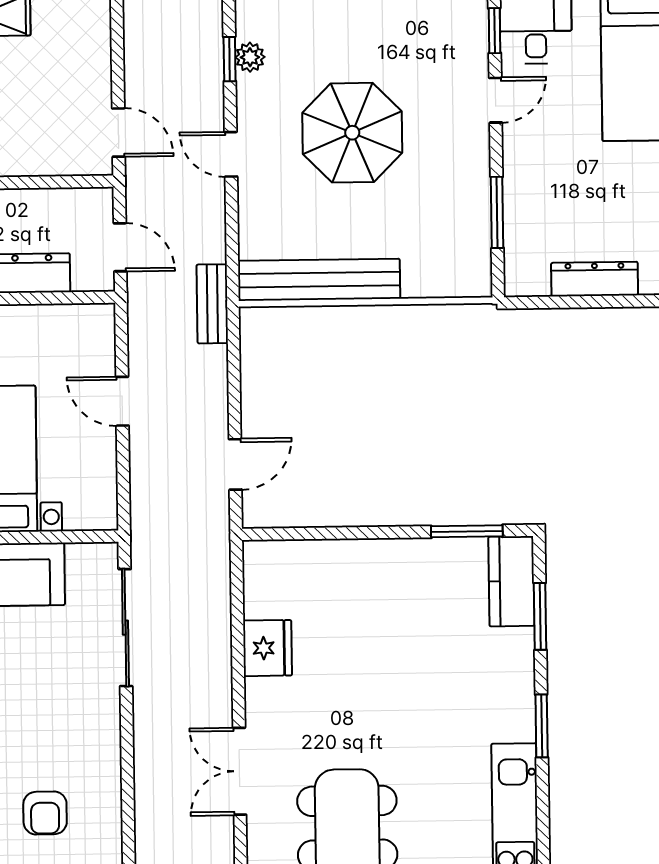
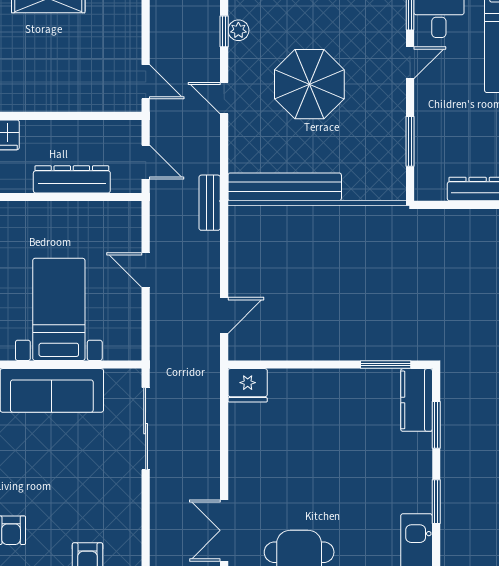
fridge: (267, 648) -> (248, 385), moved, turned 90

